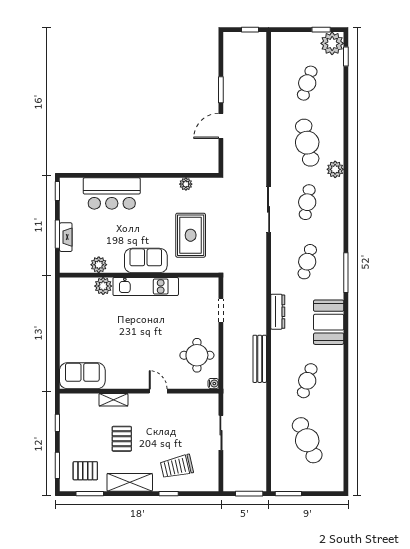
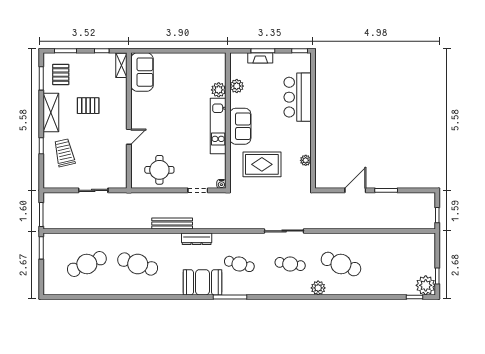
cafe table: (307, 83) -> (392, 264), removed
door: (221, 126) -> (355, 190), hinge flipped
cafe table: (307, 143) -> (341, 264), turned 33
booth: (329, 322) -> (202, 282), moved
bench: (260, 359) -> (172, 223), moved
cafe table: (307, 381) -> (138, 264), width x1.37, depth x1.35
water cooler: (213, 384) -> (221, 184), moved
shelving: (113, 400) -> (121, 65), moved

